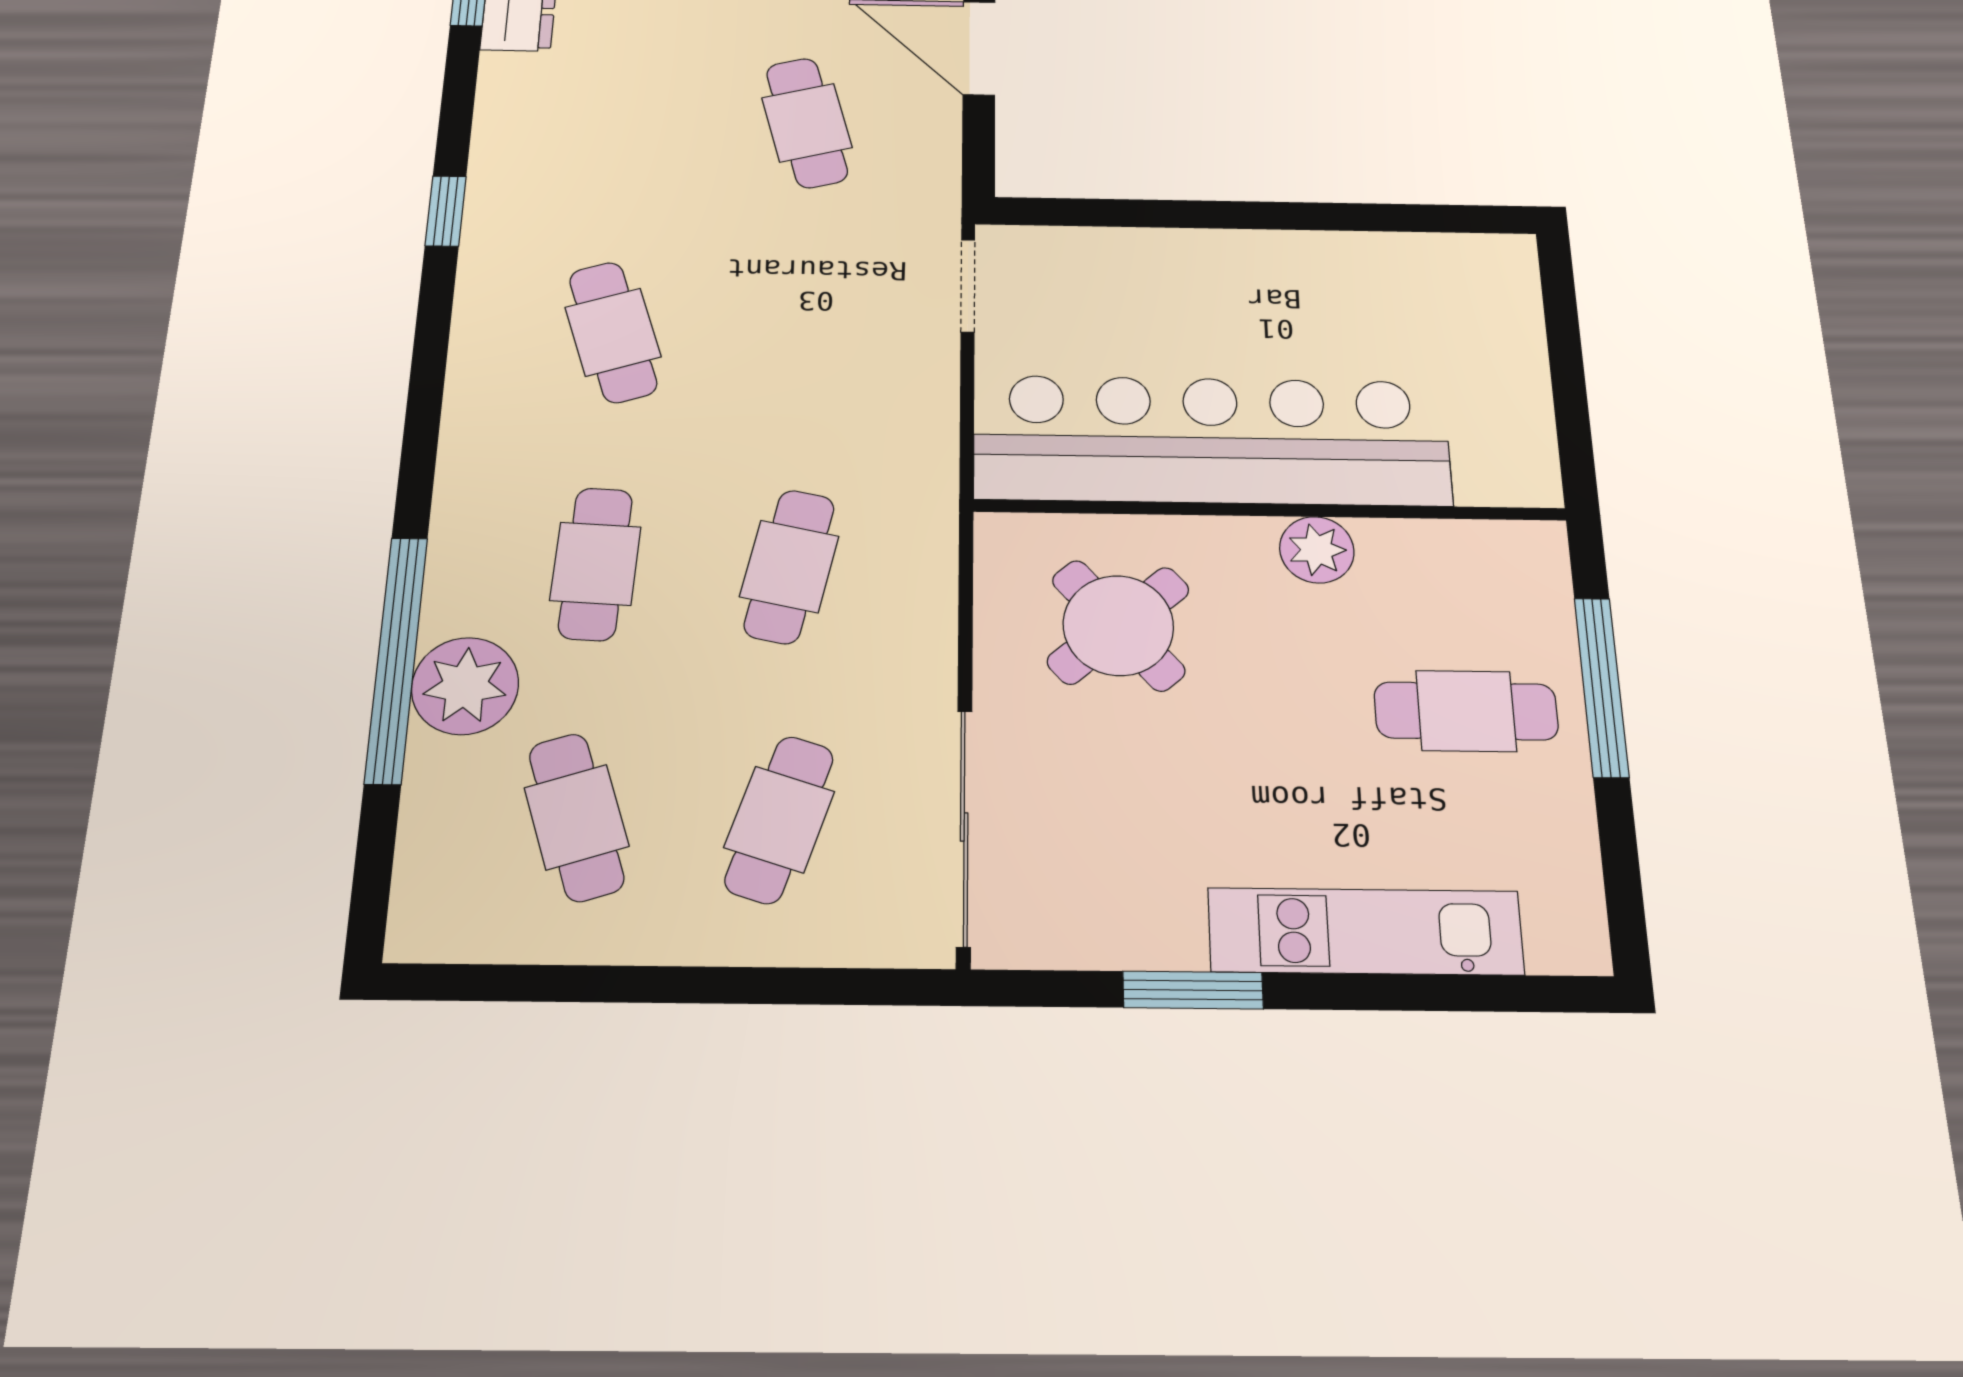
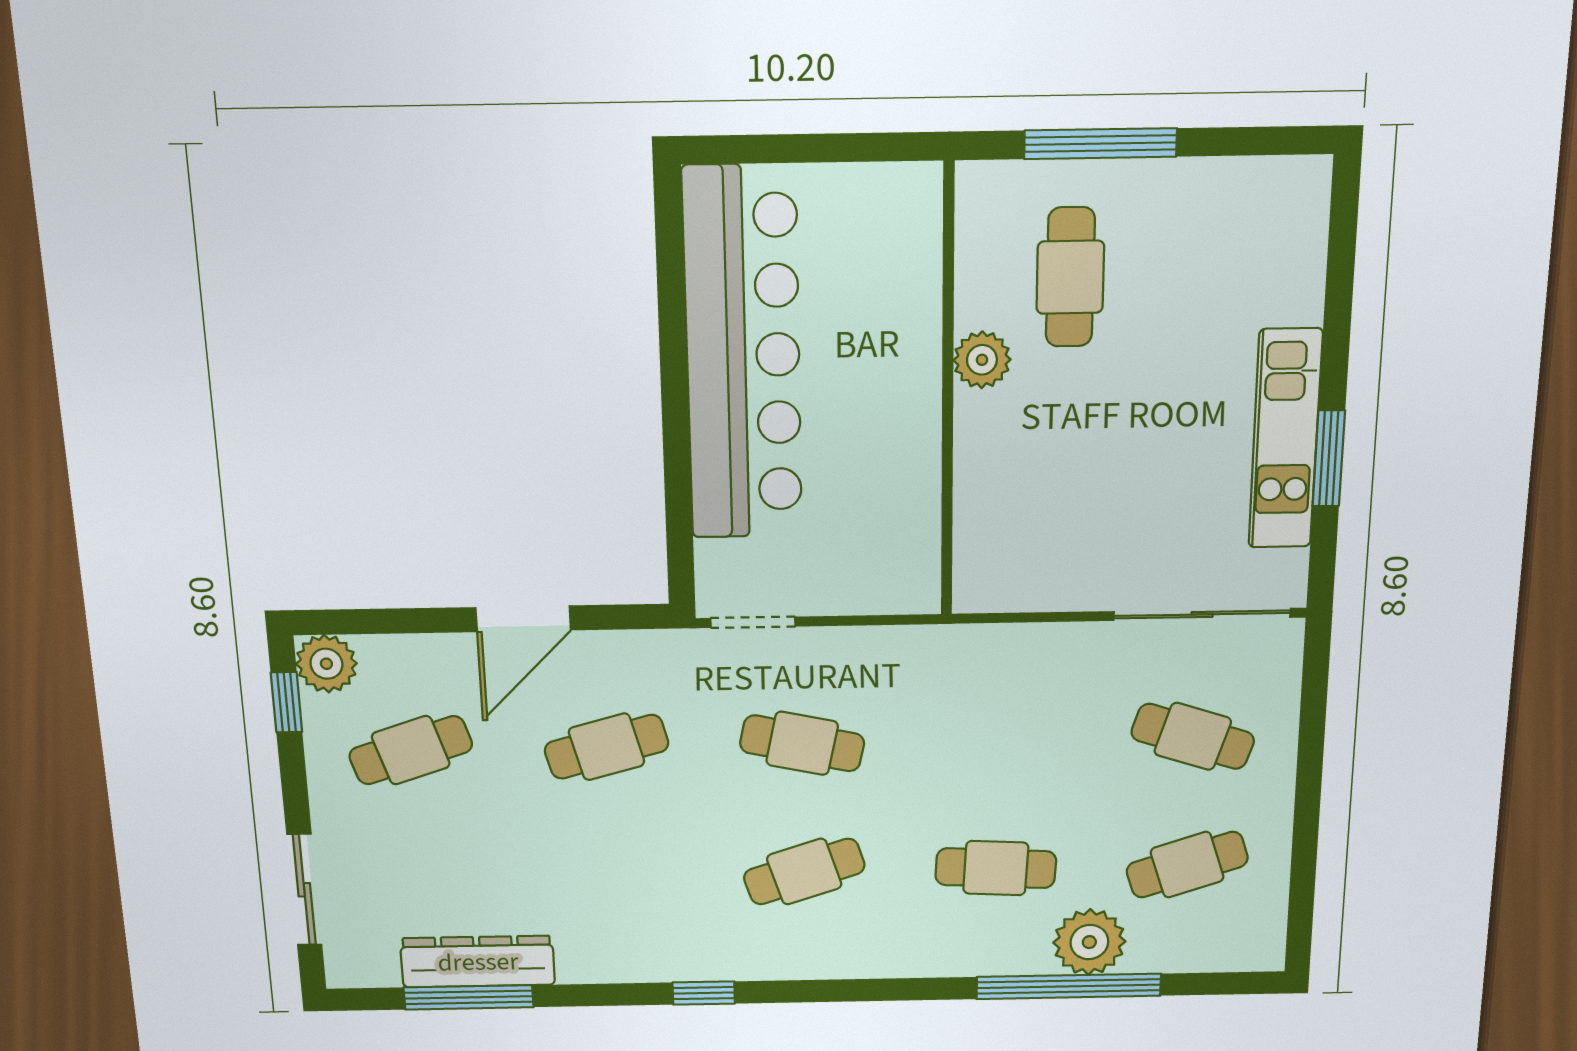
bar counter: (1211, 440) -> (743, 355), moved, turned 180
cafe table: (789, 566) -> (802, 743), moved
round table: (1118, 625) -> (1046, 509), removed
cafe table: (1466, 711) -> (1070, 277), moved
kitchen unit: (1365, 931) -> (1285, 439), moved

